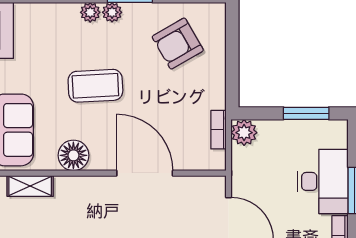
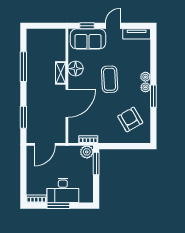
window: (306, 113) -> (96, 164), moved
shelving: (30, 186) -> (61, 73), moved

